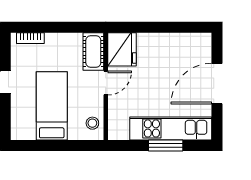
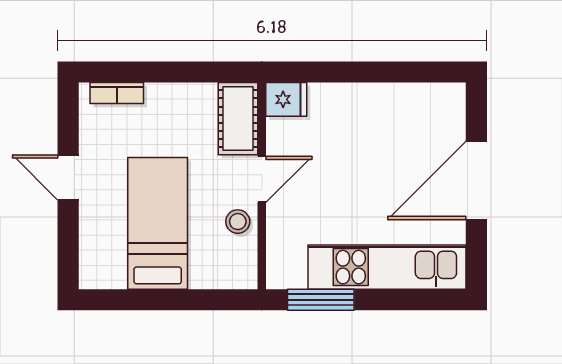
fridge: (122, 49) -> (286, 99), width x0.53, depth x0.75
stool: (92, 123) -> (238, 222), moved
window: (166, 145) -> (321, 300), moved

